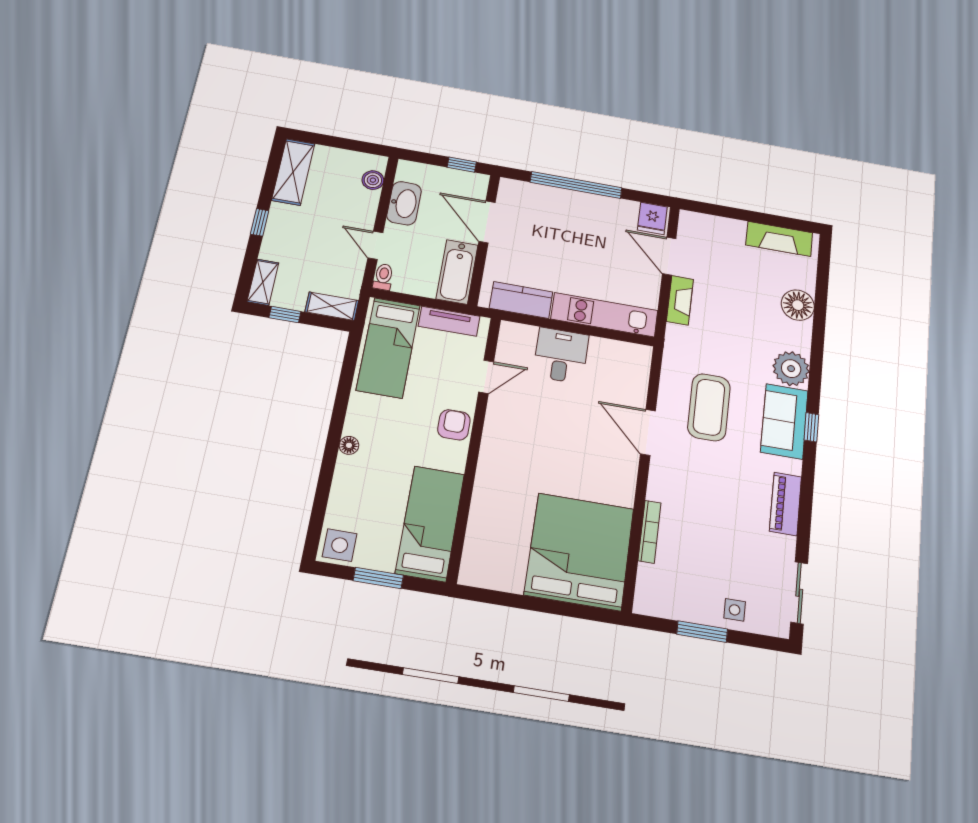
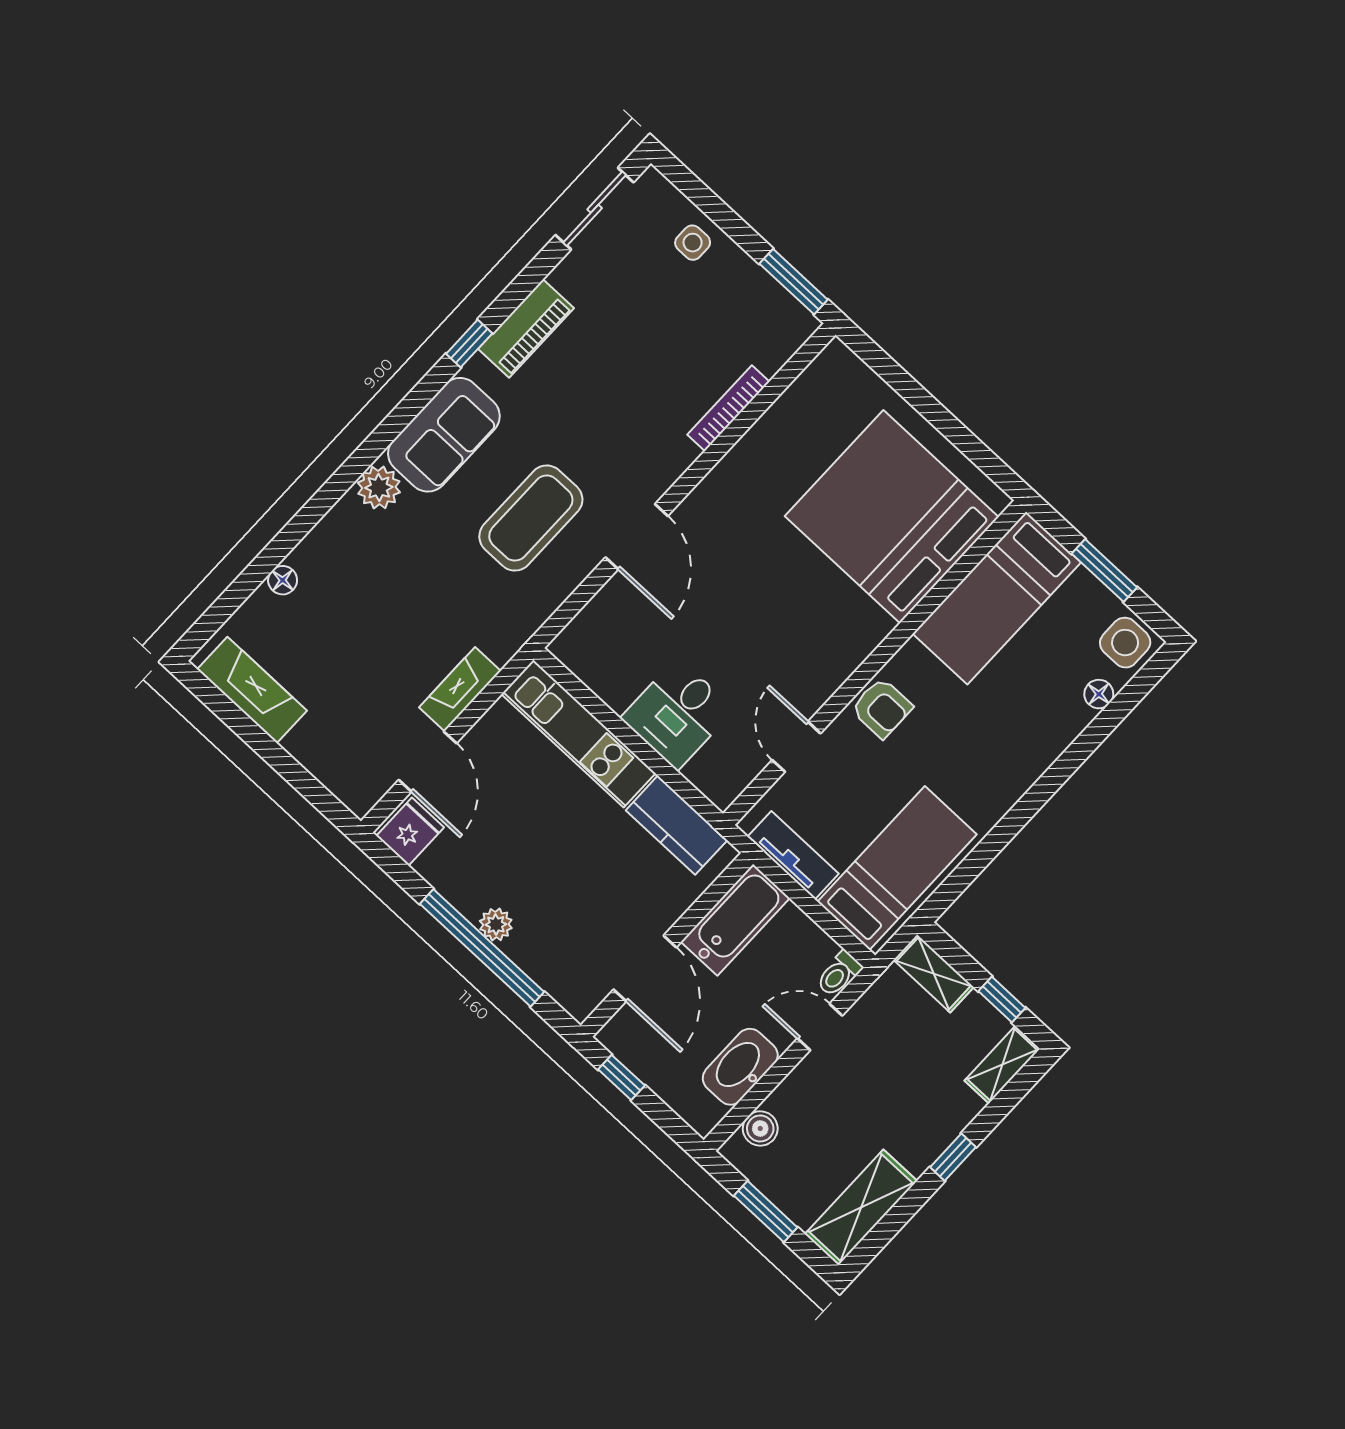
window: (343, 143) -> (766, 1212), added
plant: (577, 200) -> (496, 925), added
door: (375, 245) -> (820, 1027), swing flipped
floor lamp: (798, 305) -> (283, 580), width x0.53, depth x0.53
plant: (791, 369) -> (379, 487), width x0.73, depth x0.73
door: (486, 377) -> (796, 747), hinge flipped
armchair: (454, 425) -> (882, 708), turned -90
window: (811, 427) -> (469, 344), moved
floor lamp: (349, 445) -> (1099, 694), moved
bed: (579, 552) -> (892, 517), moved, turned 90
window: (702, 632) -> (794, 282), moved

